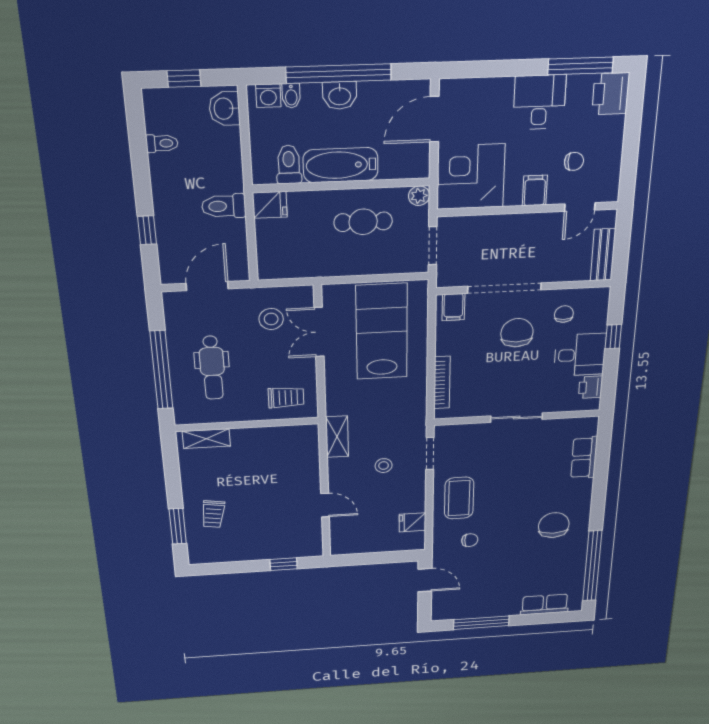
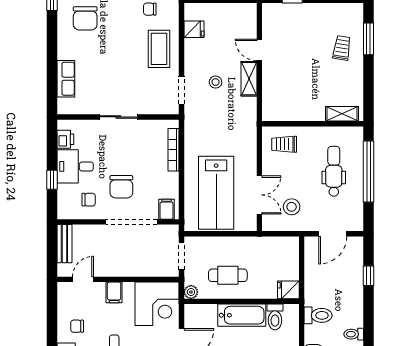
chair: (574, 161) -> (77, 326), moved
toilet: (224, 206) -> (318, 315), moved
chair: (564, 314) -> (89, 200), turned -90
shelving: (337, 437) -> (249, 79), moved

